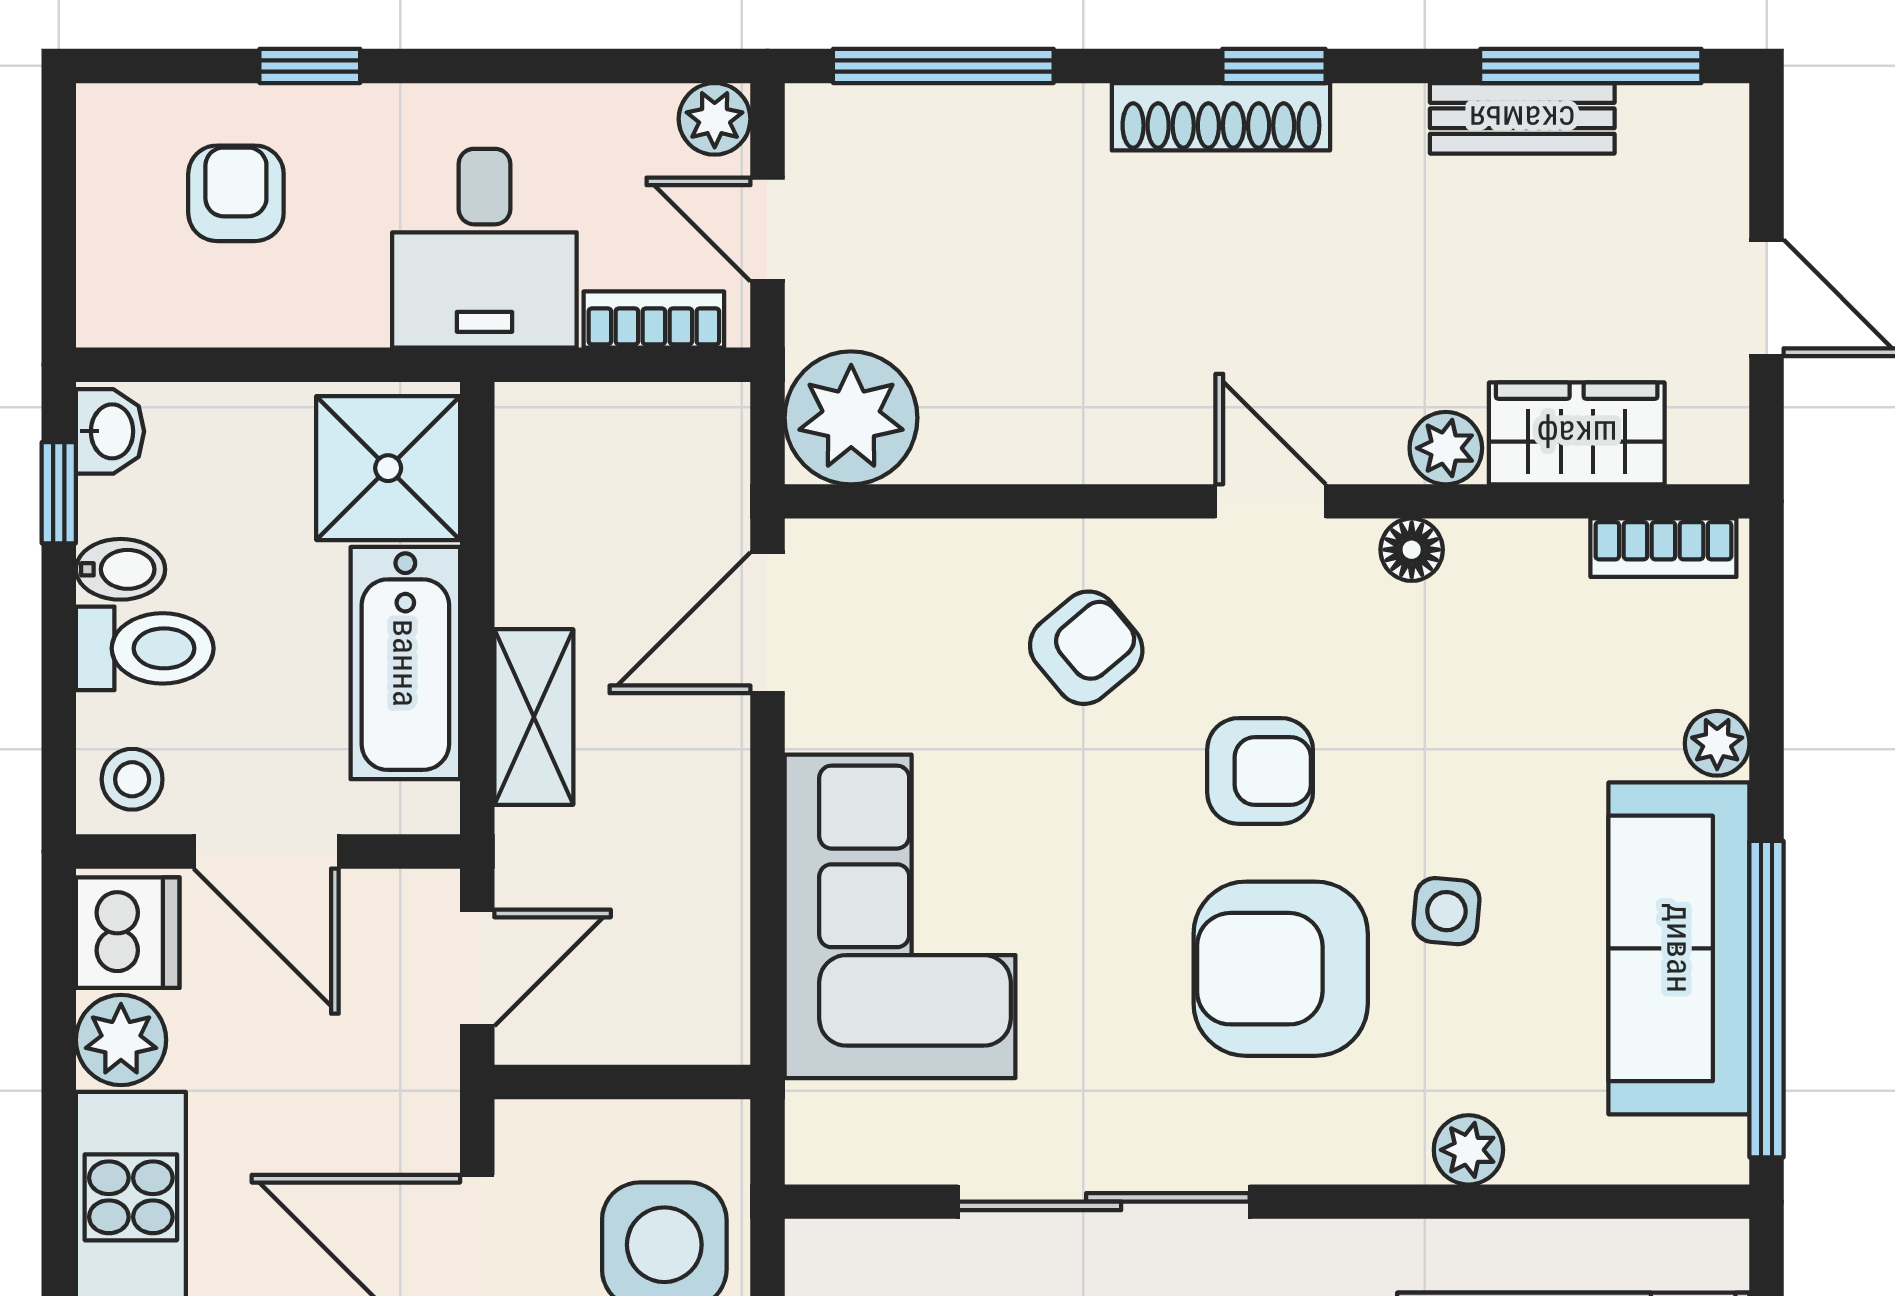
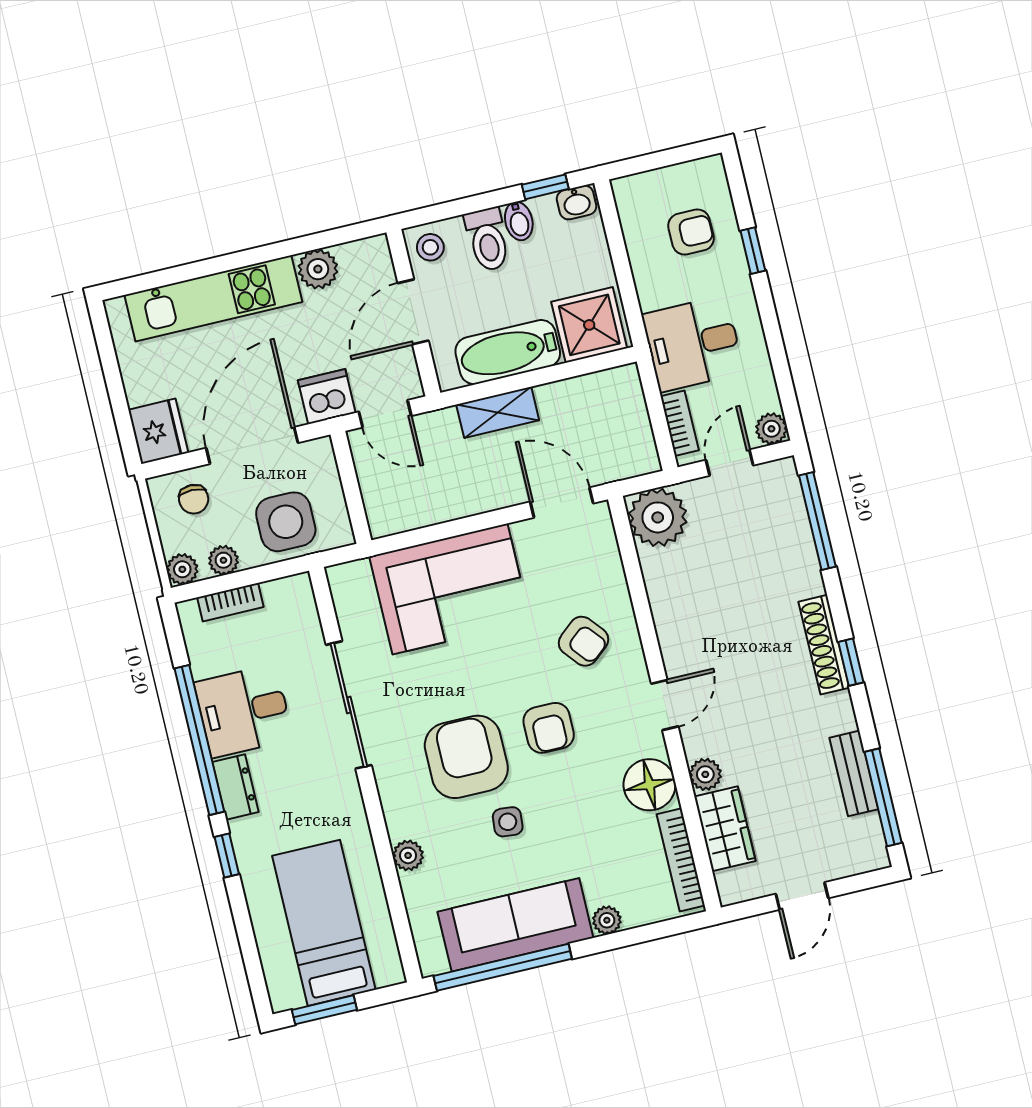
bookcase: (1663, 548) -> (681, 860), width x1.56
floor lamp: (1412, 550) -> (649, 785), width x1.89, depth x1.89
dishwasher: (128, 933) -> (327, 397), moved, turned 180

